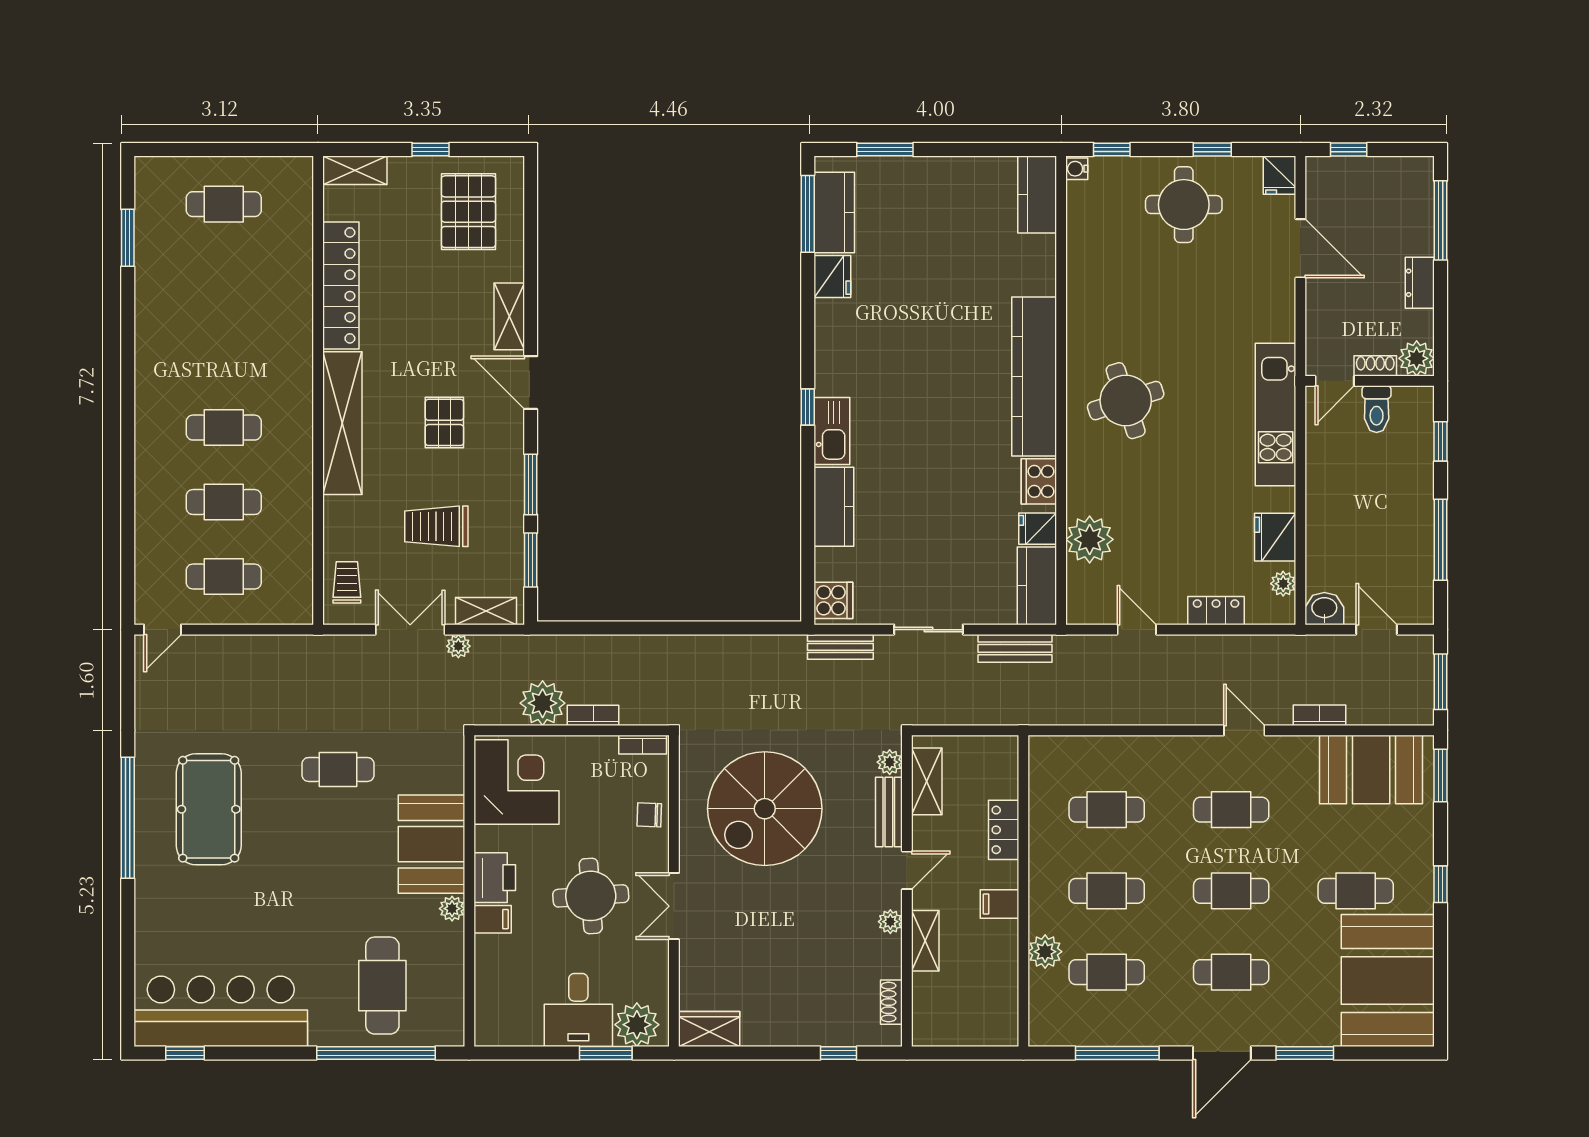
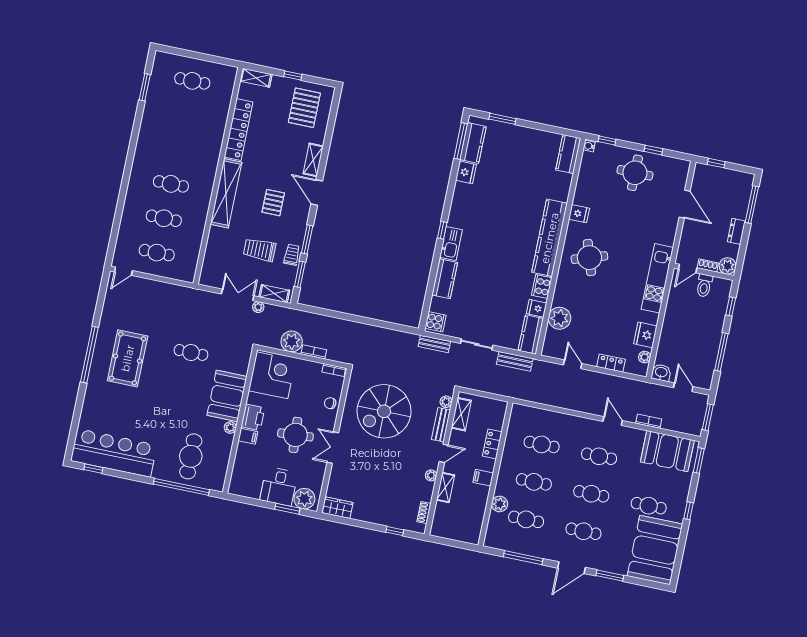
fridge: (1280, 175) -> (579, 214), moved, turned -90
trolley: (347, 582) -> (292, 255), moved

